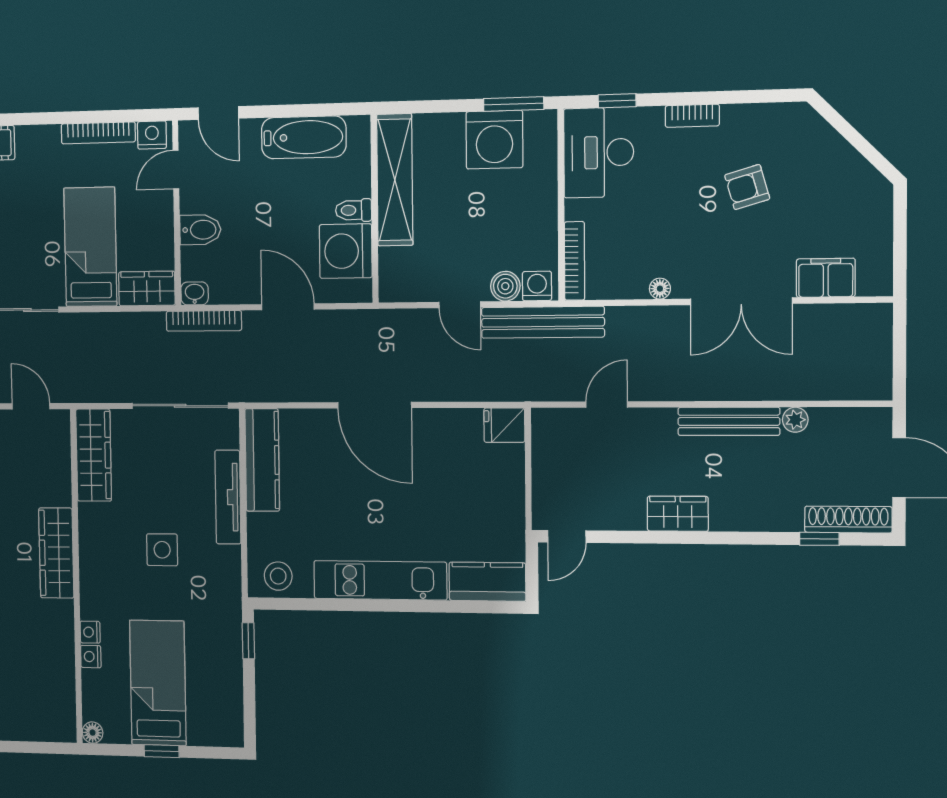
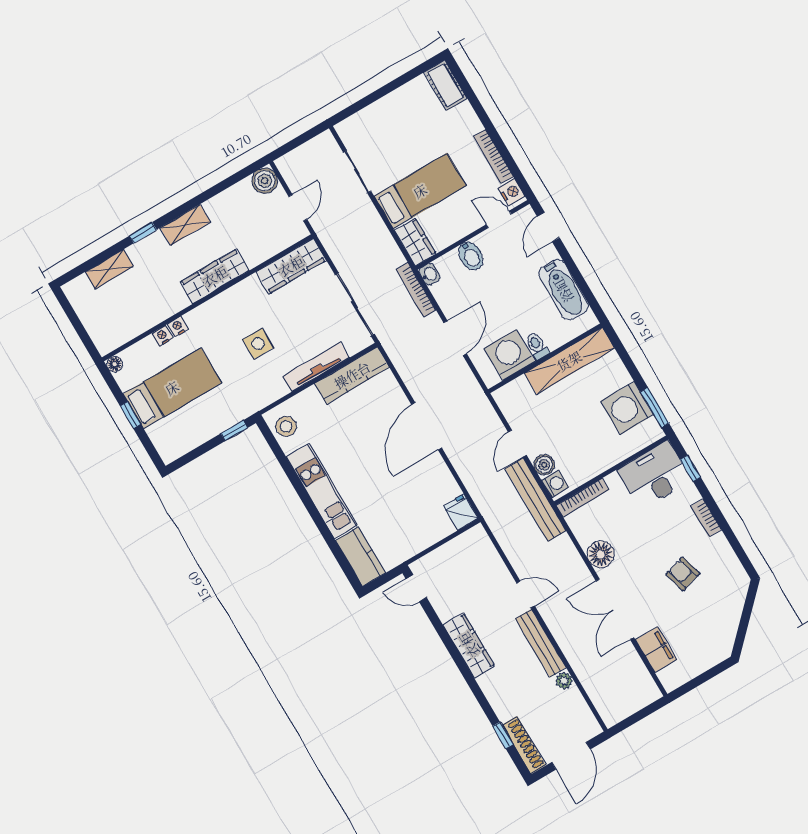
floor lamp: (660, 289) -> (601, 554), width x1.89, depth x1.89
door: (607, 404) -> (526, 594), moved
wardrobe: (678, 514) -> (469, 645), width x1.50

